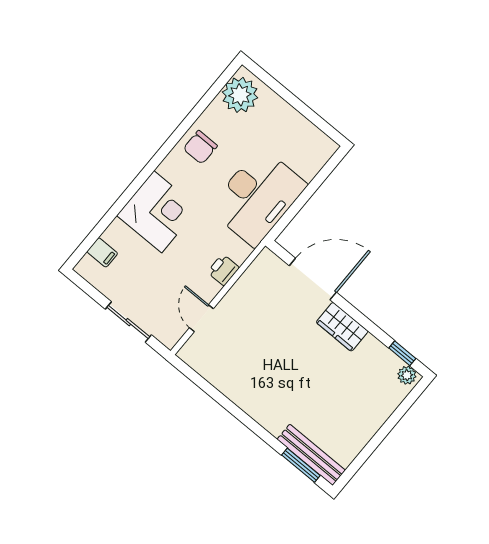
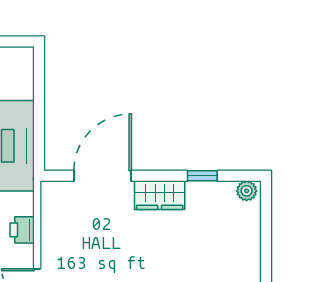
window: (402, 353) -> (202, 176), moved

